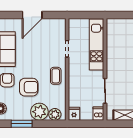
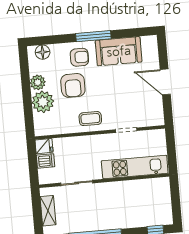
plant: (55, 114) -> (38, 82), moved
dishwasher: (98, 114) -> (46, 161), moved
window: (22, 124) -> (26, 81), removed

